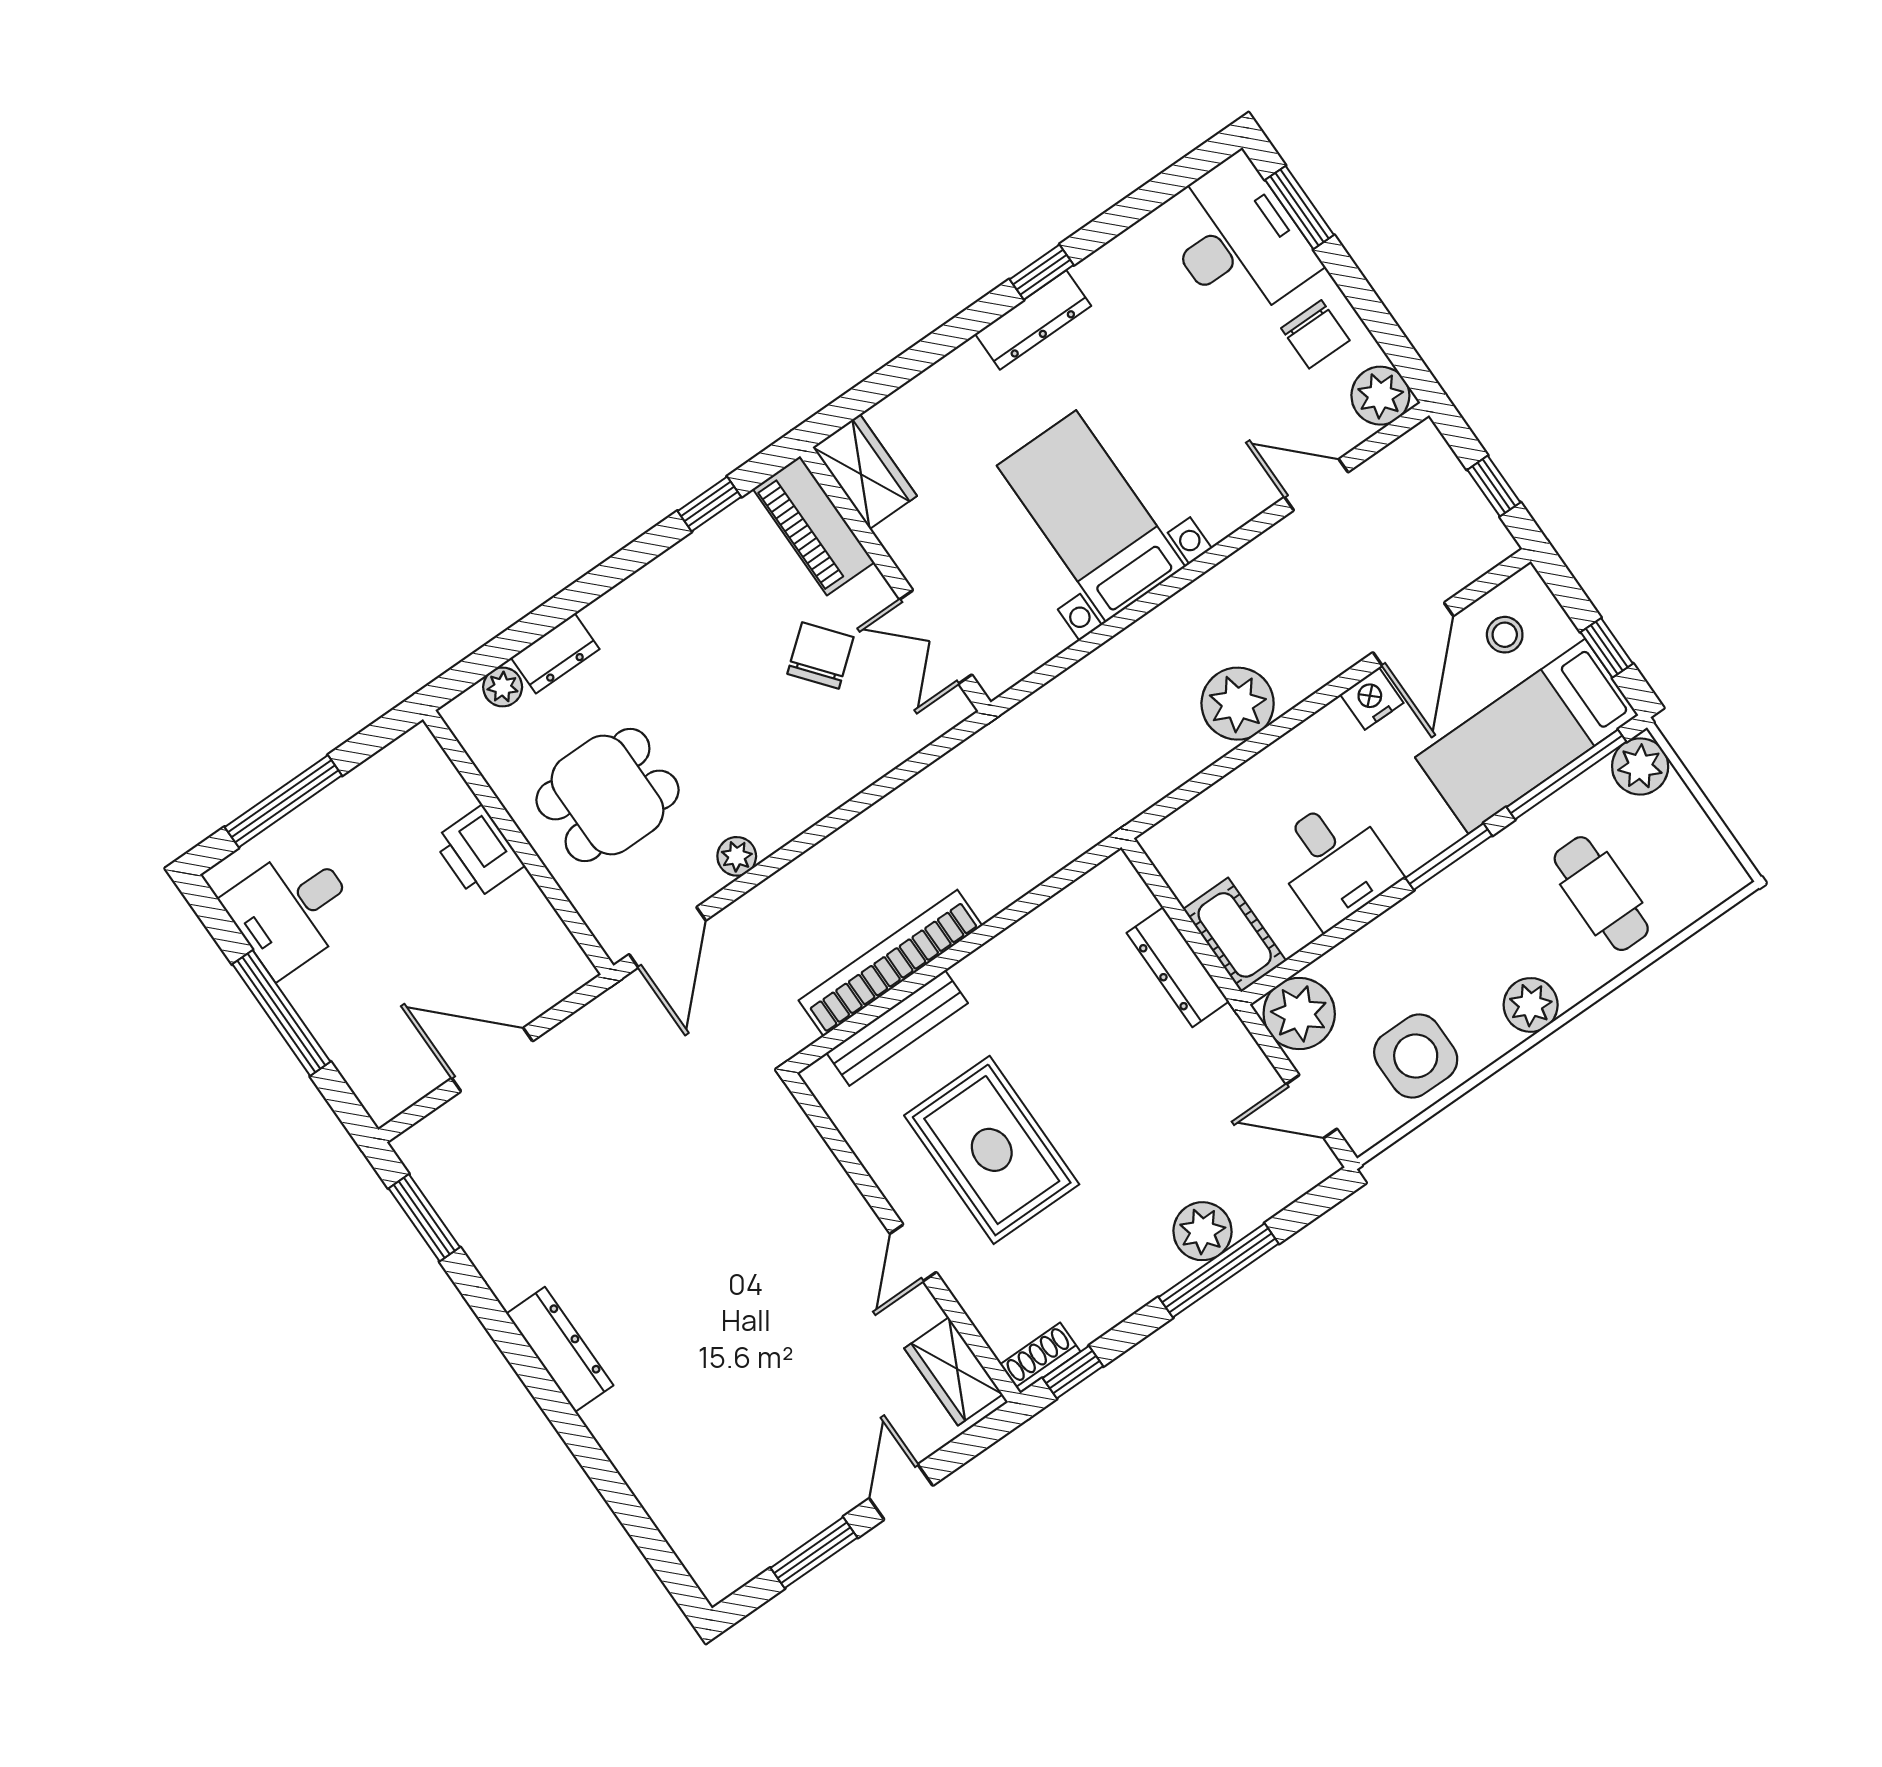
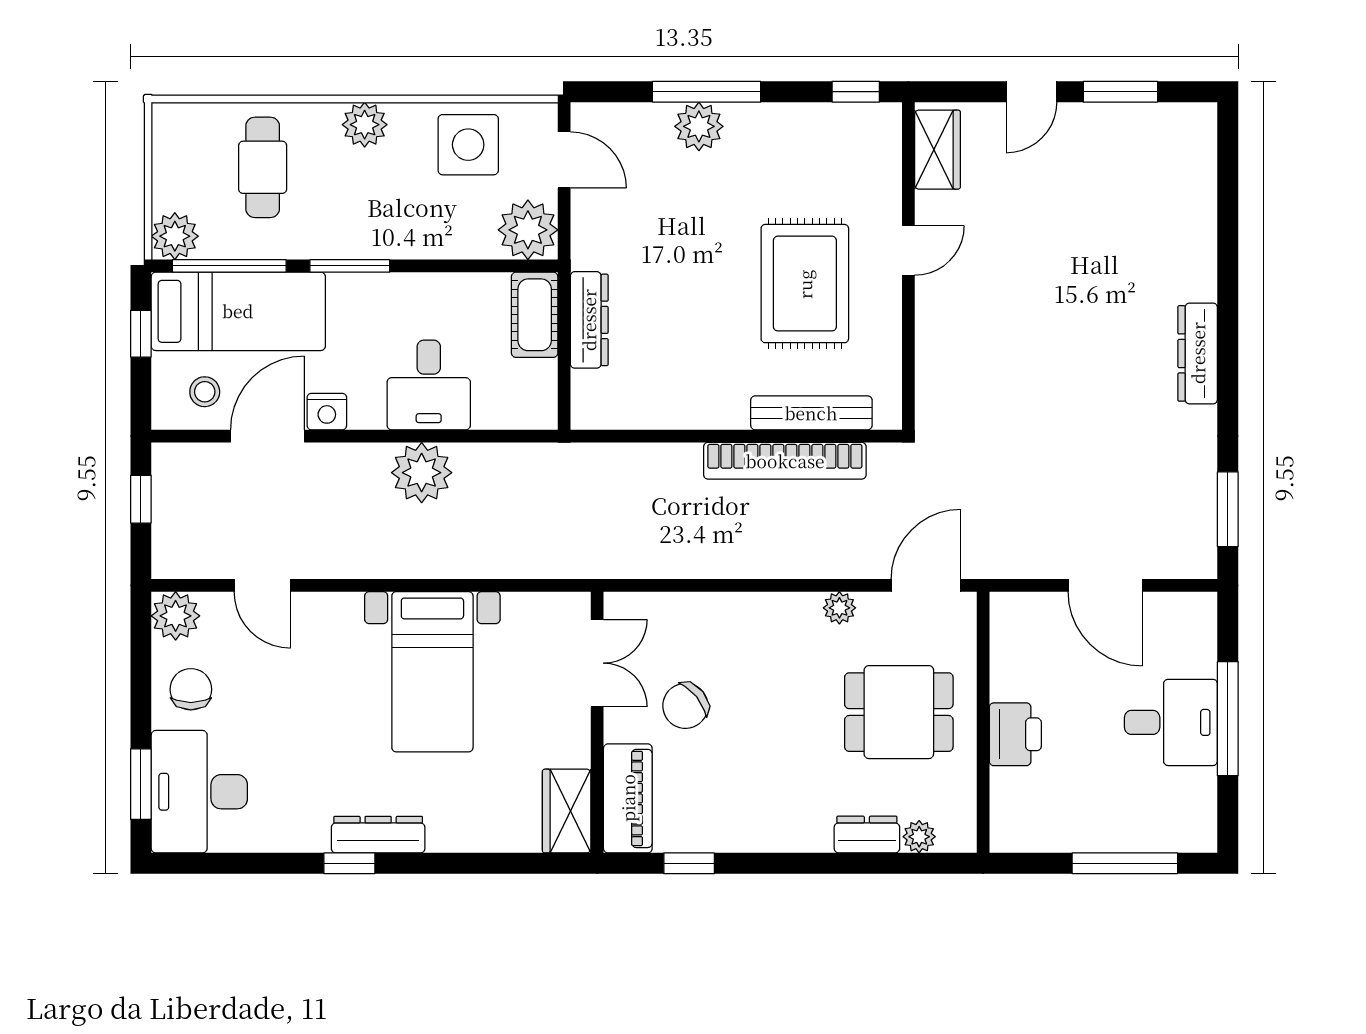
desk: (1334, 862) -> (429, 385), moved, turned 180
desk: (292, 909) -> (1171, 722), moved
shoe rack: (1040, 1358) -> (871, 117), removed

